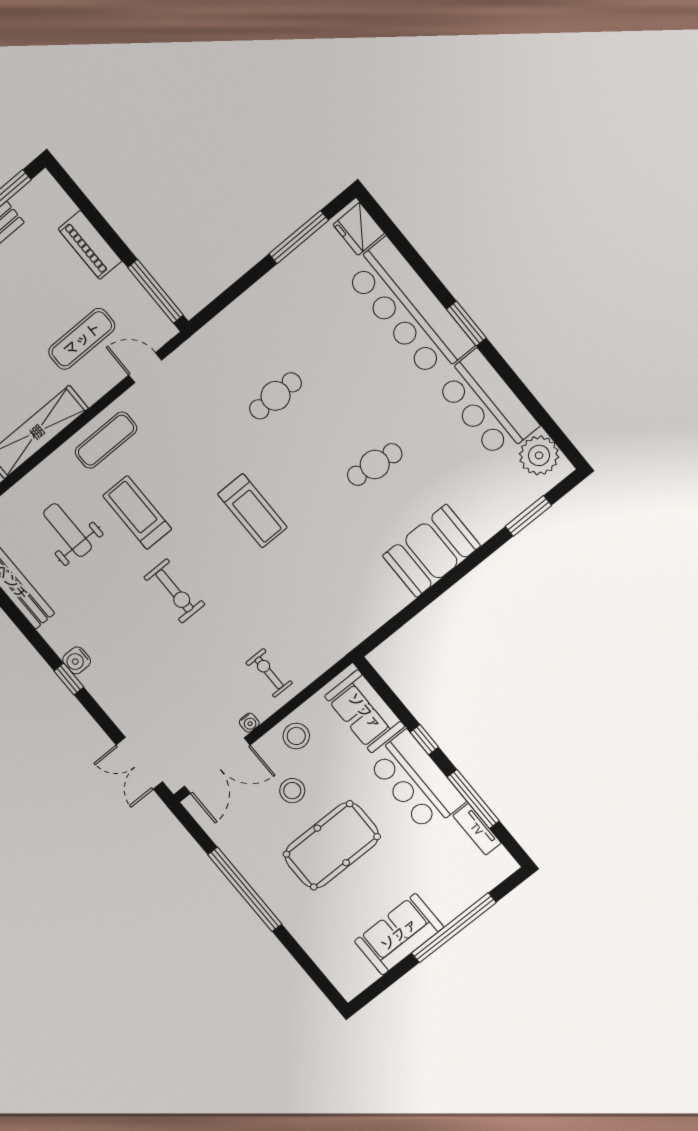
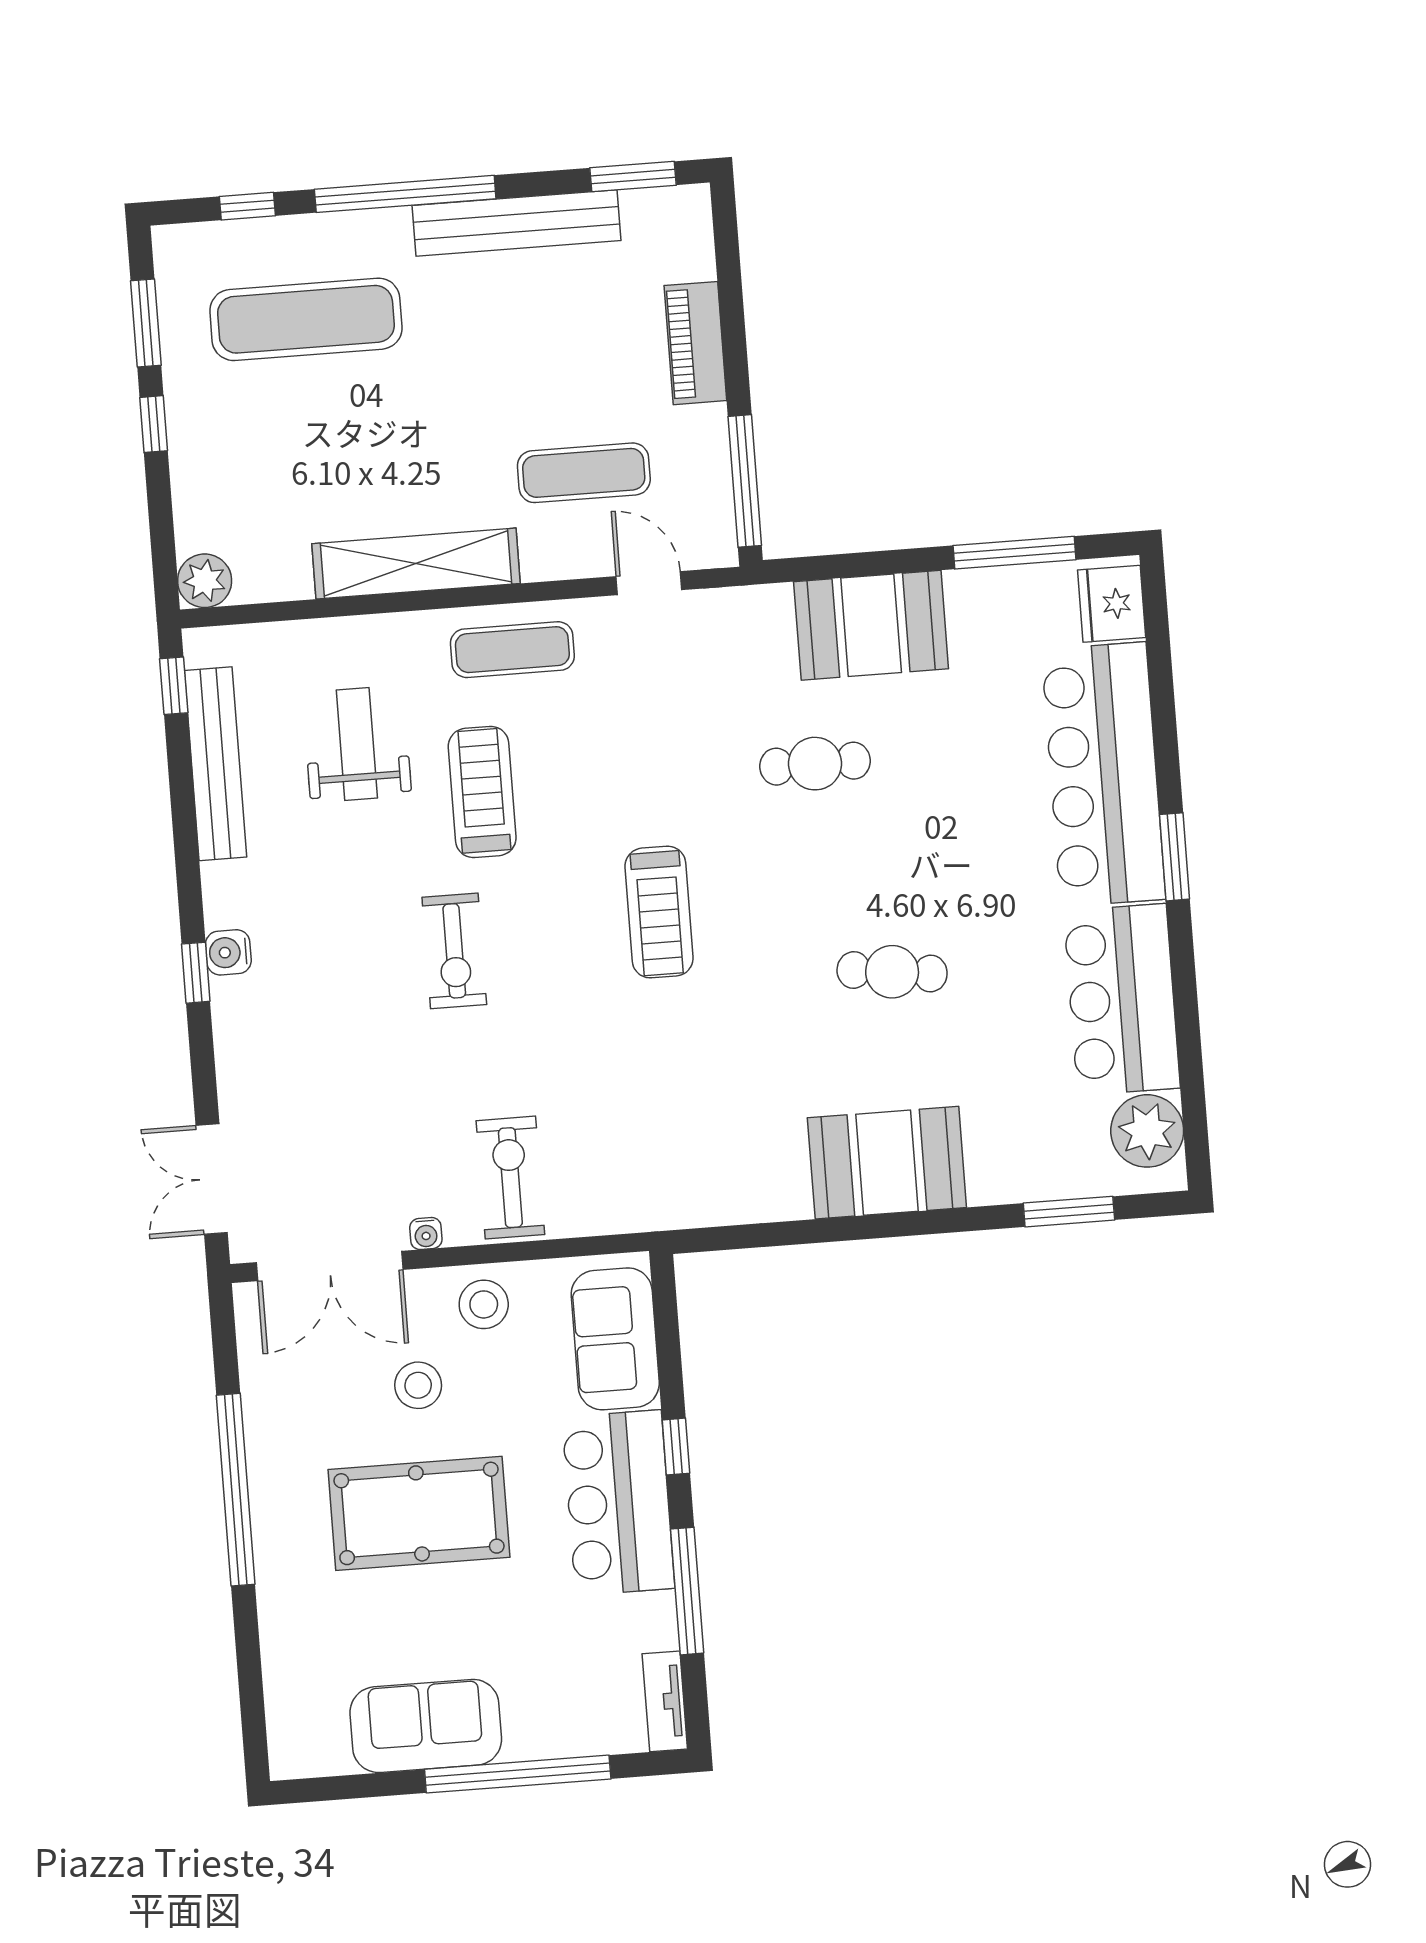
booth: (257, 316) -> (871, 625), added
exercise bike: (269, 673) -> (510, 1178), width x1.38, depth x1.39
tv unit: (477, 829) -> (665, 1701), moved

